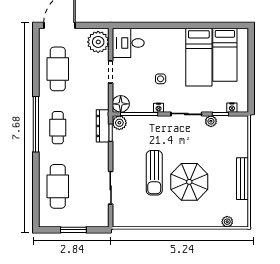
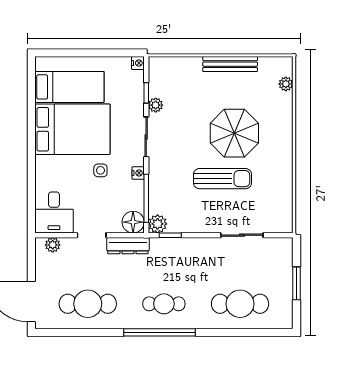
plant: (98, 42) -> (53, 245), width x0.53, depth x0.53
bed: (199, 57) -> (72, 129), width x1.50
nightstand: (232, 108) -> (138, 63), moved
dresser: (103, 126) -> (128, 246), moved

